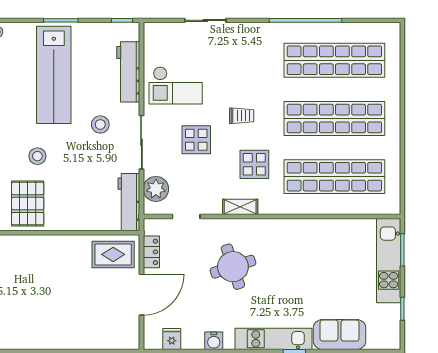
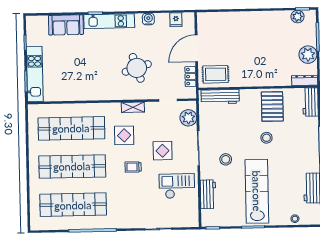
workbench: (128, 72) -> (208, 194), width x0.73
workbench: (129, 202) -> (220, 97), moved, turned 90

